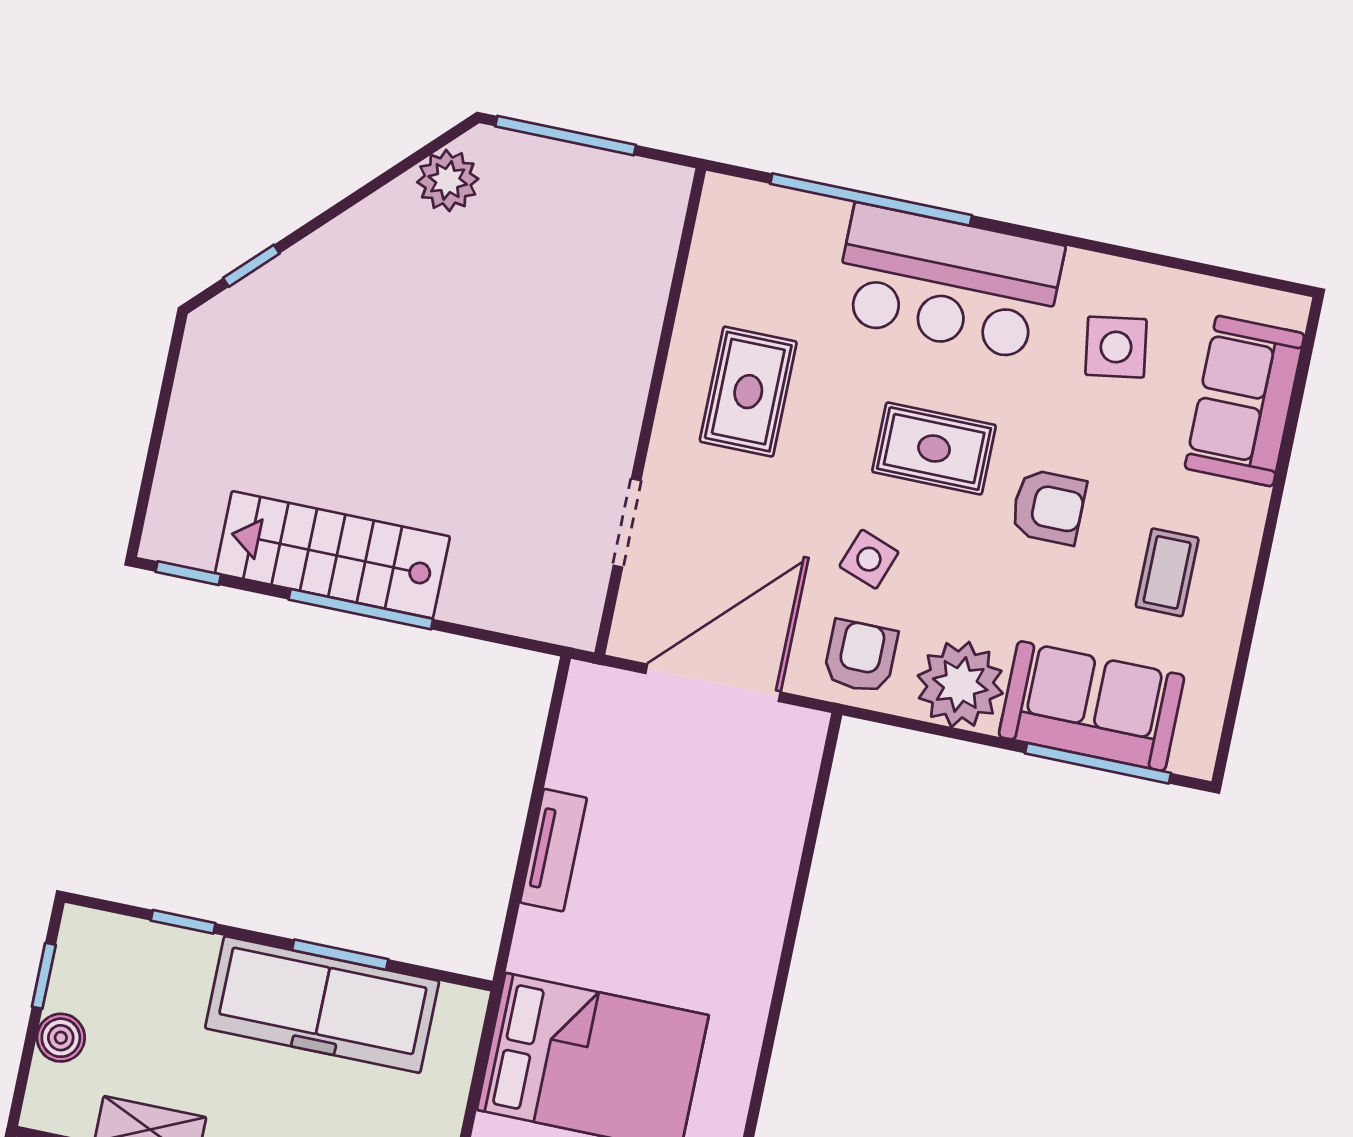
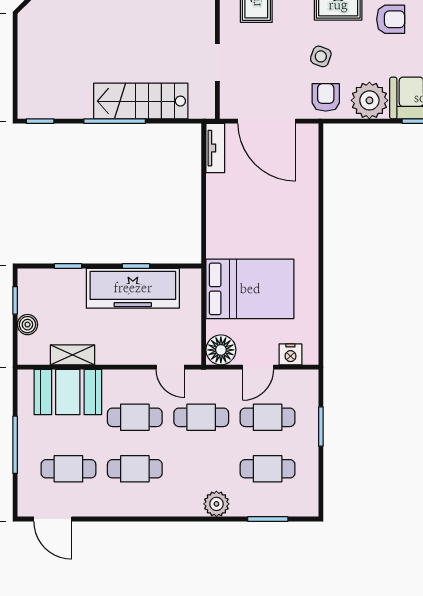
stairs: (332, 555) -> (141, 101), moved
door: (713, 683) -> (267, 121), swing flipped
tv unit: (554, 850) -> (215, 148), moved
window: (340, 955) -> (136, 266), width x0.67

